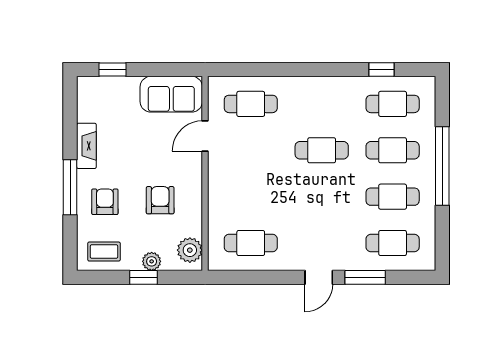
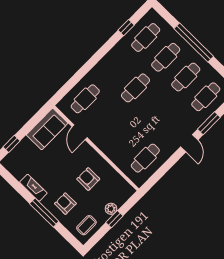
plant: (190, 250) -> (122, 187), removed

